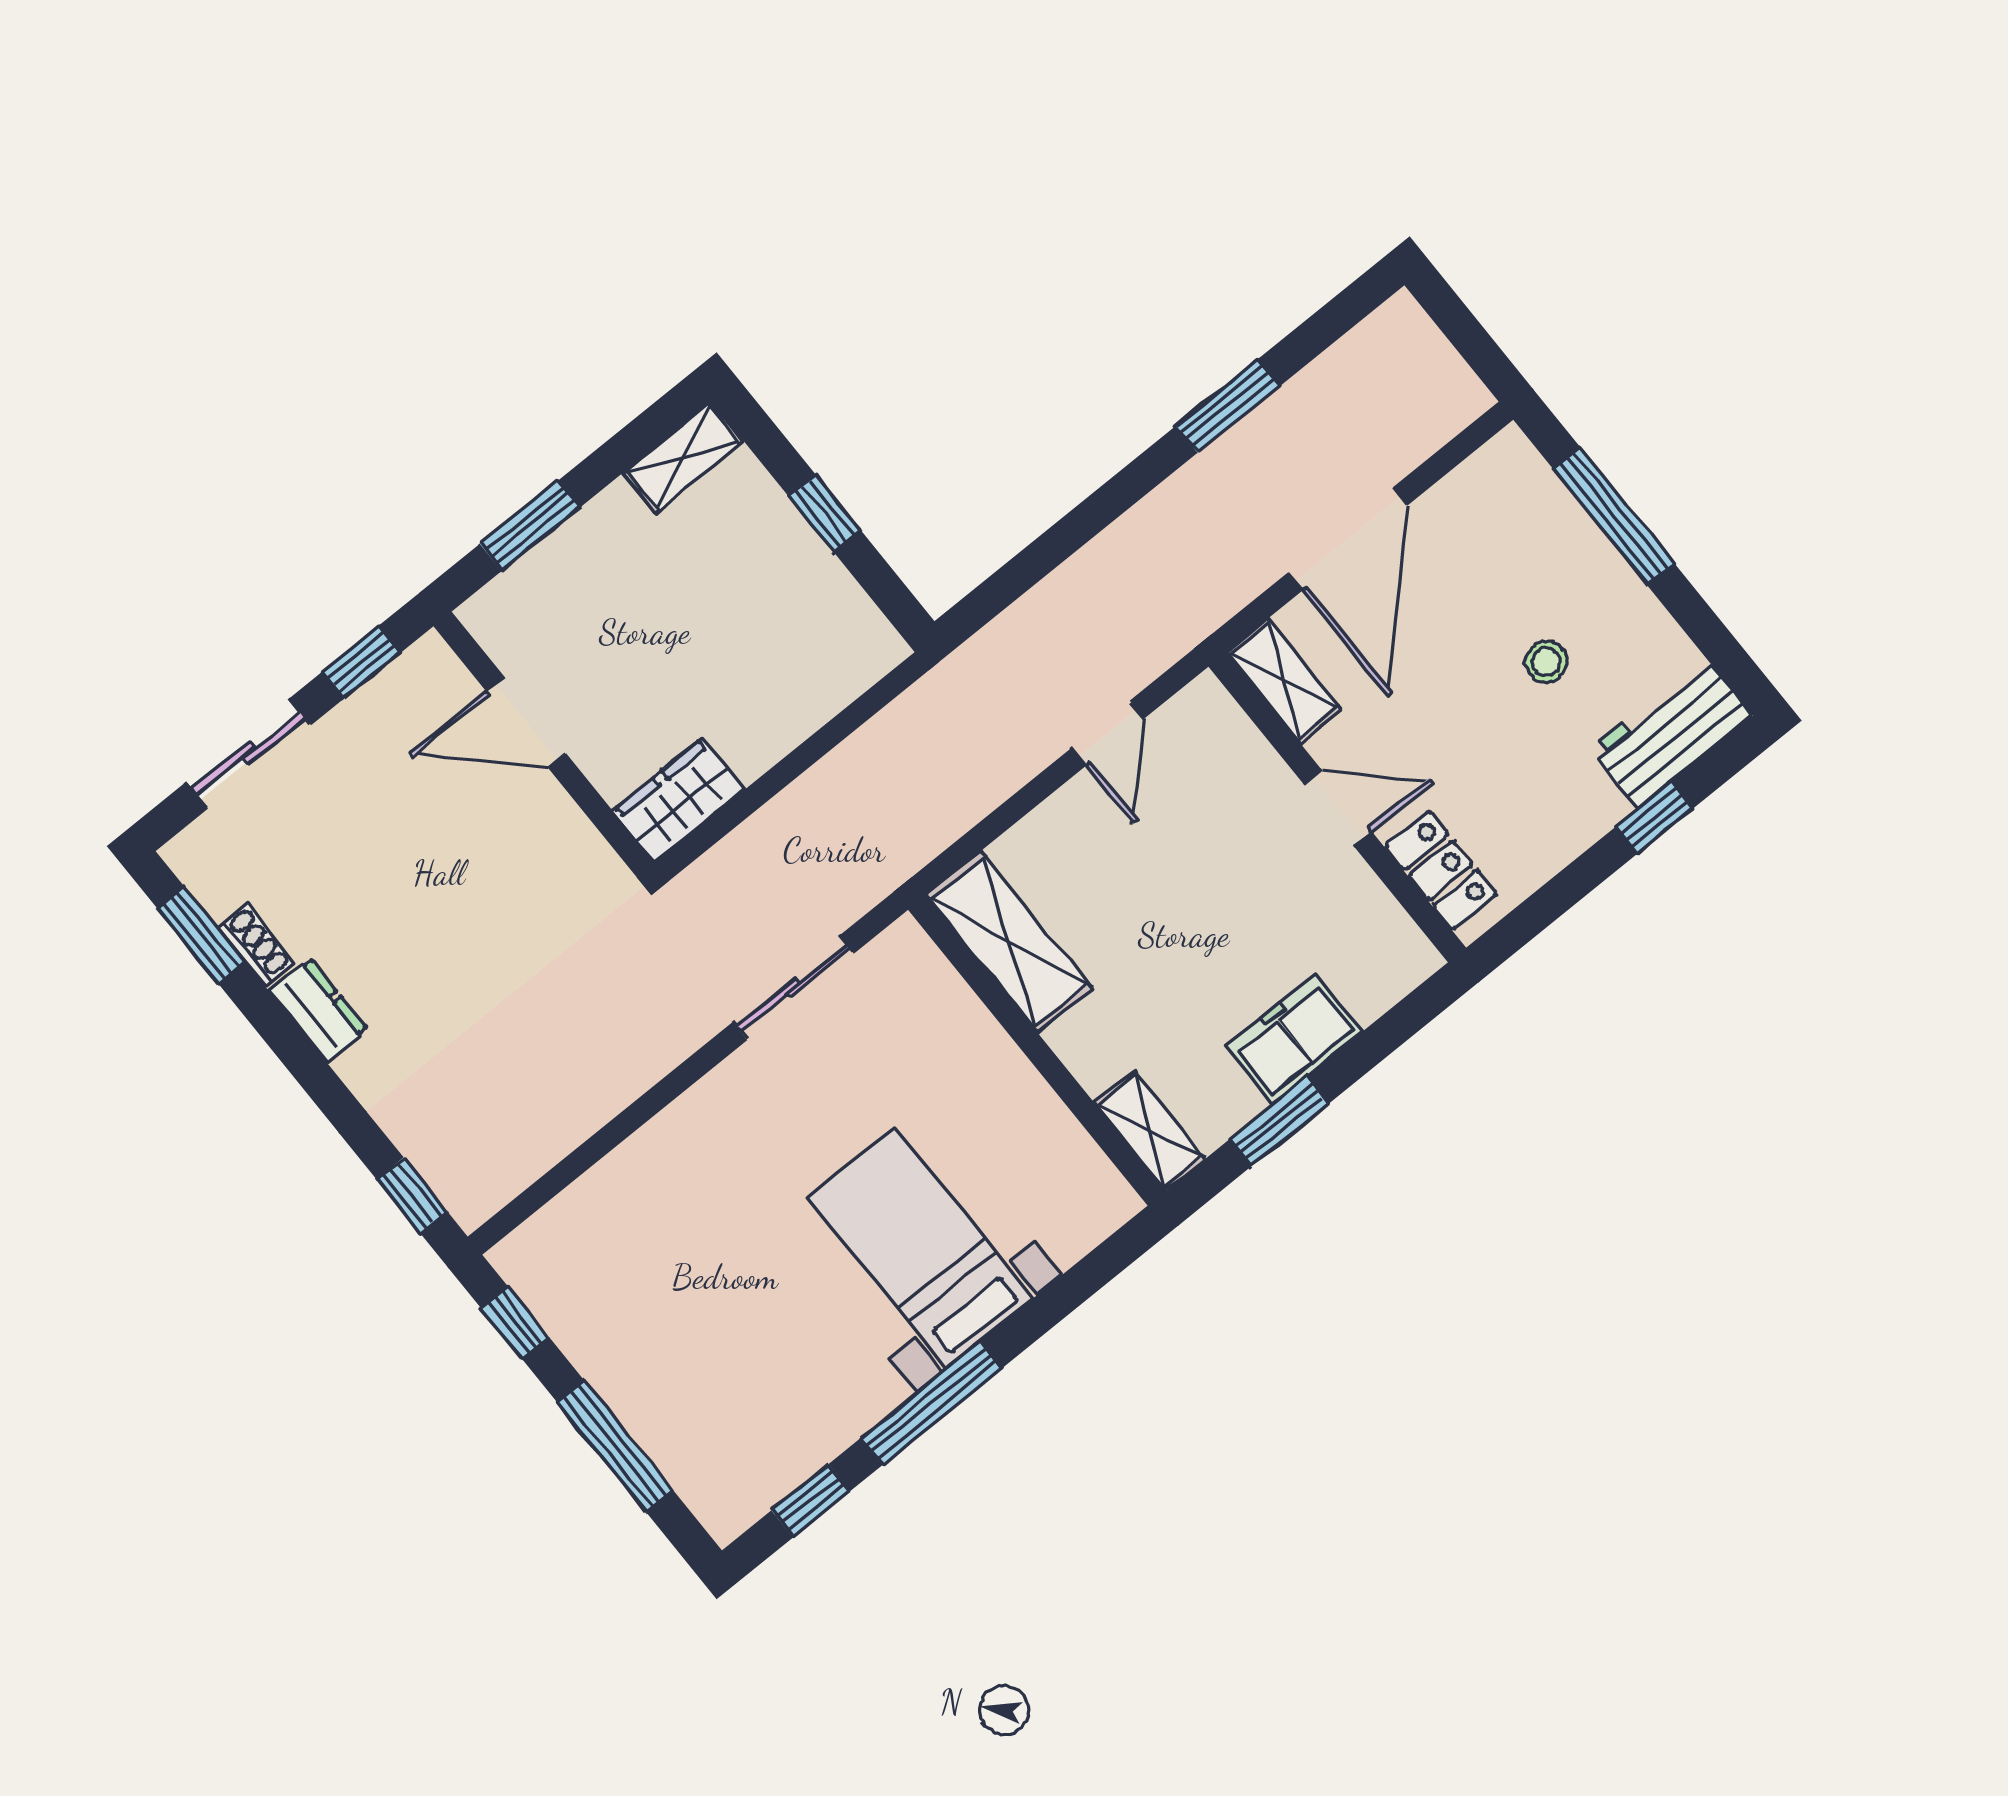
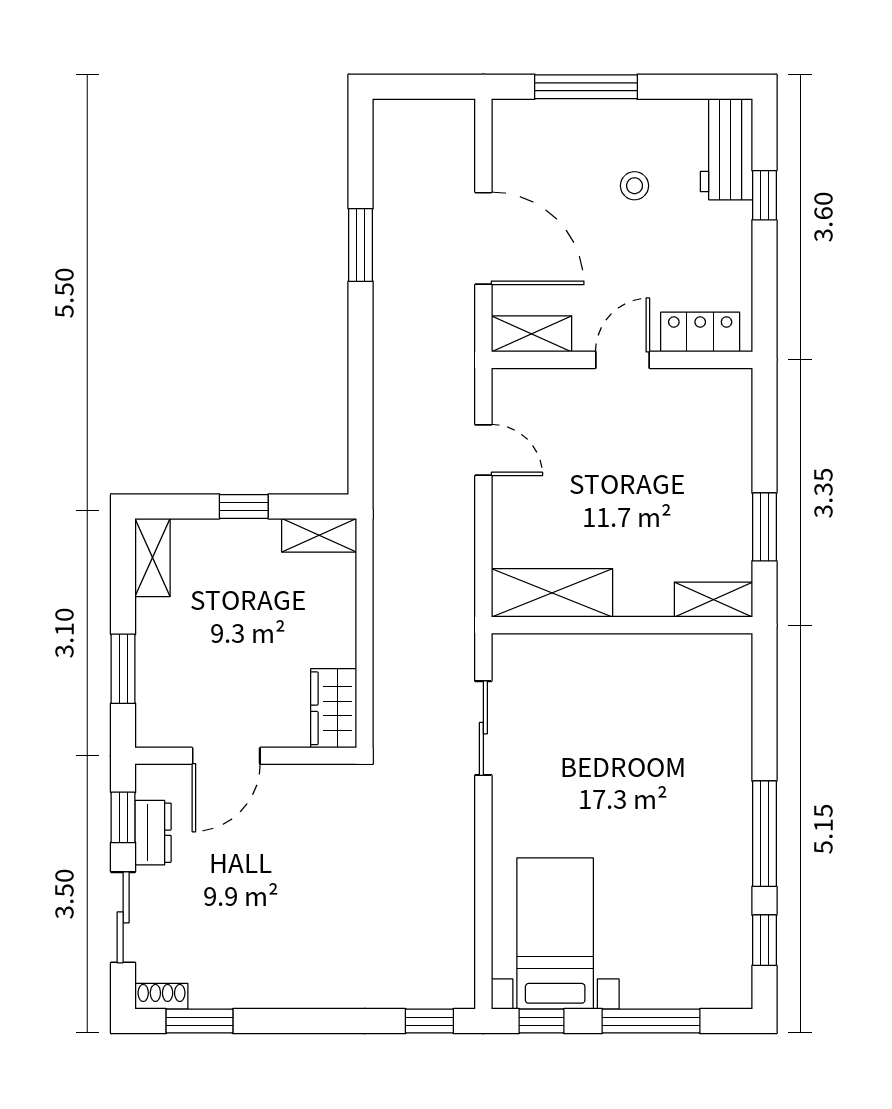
shelving: (861, 625) -> (319, 535), added
shoe rack: (256, 945) -> (161, 996), moved
dresser: (318, 1010) -> (153, 833), moved, turned 90
freezer: (1294, 1039) -> (727, 483), removed
bed with nightstands: (921, 1248) -> (555, 934), moved, turned 90

